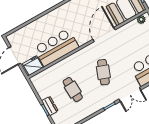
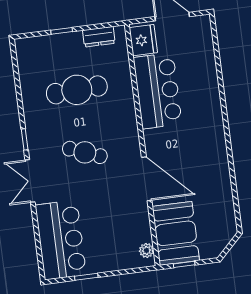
cafe table: (73, 90) -> (77, 90), width x1.37, depth x1.35
dresser: (50, 106) -> (99, 37), moved

